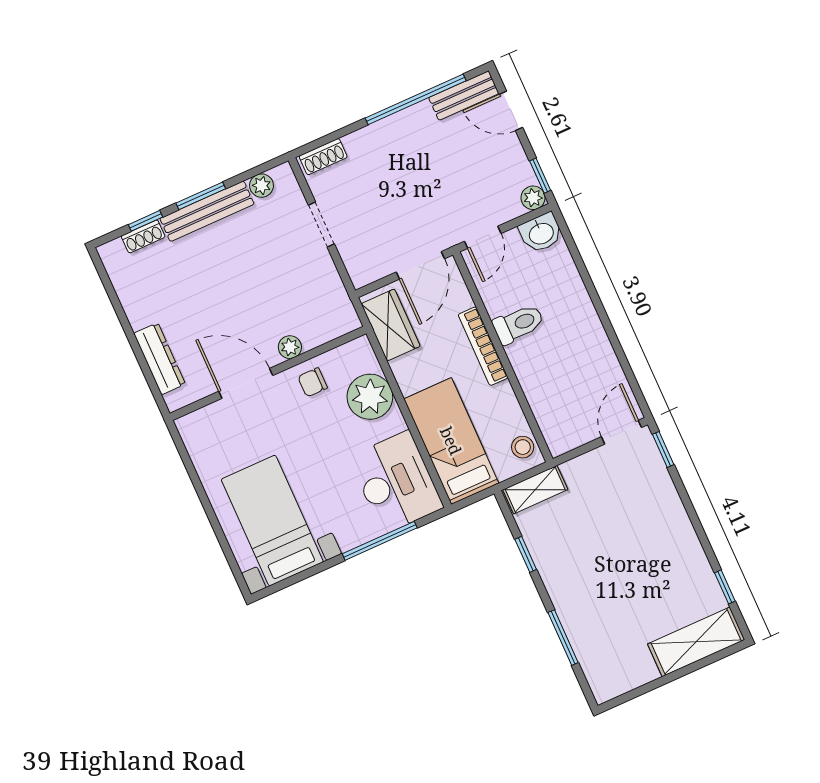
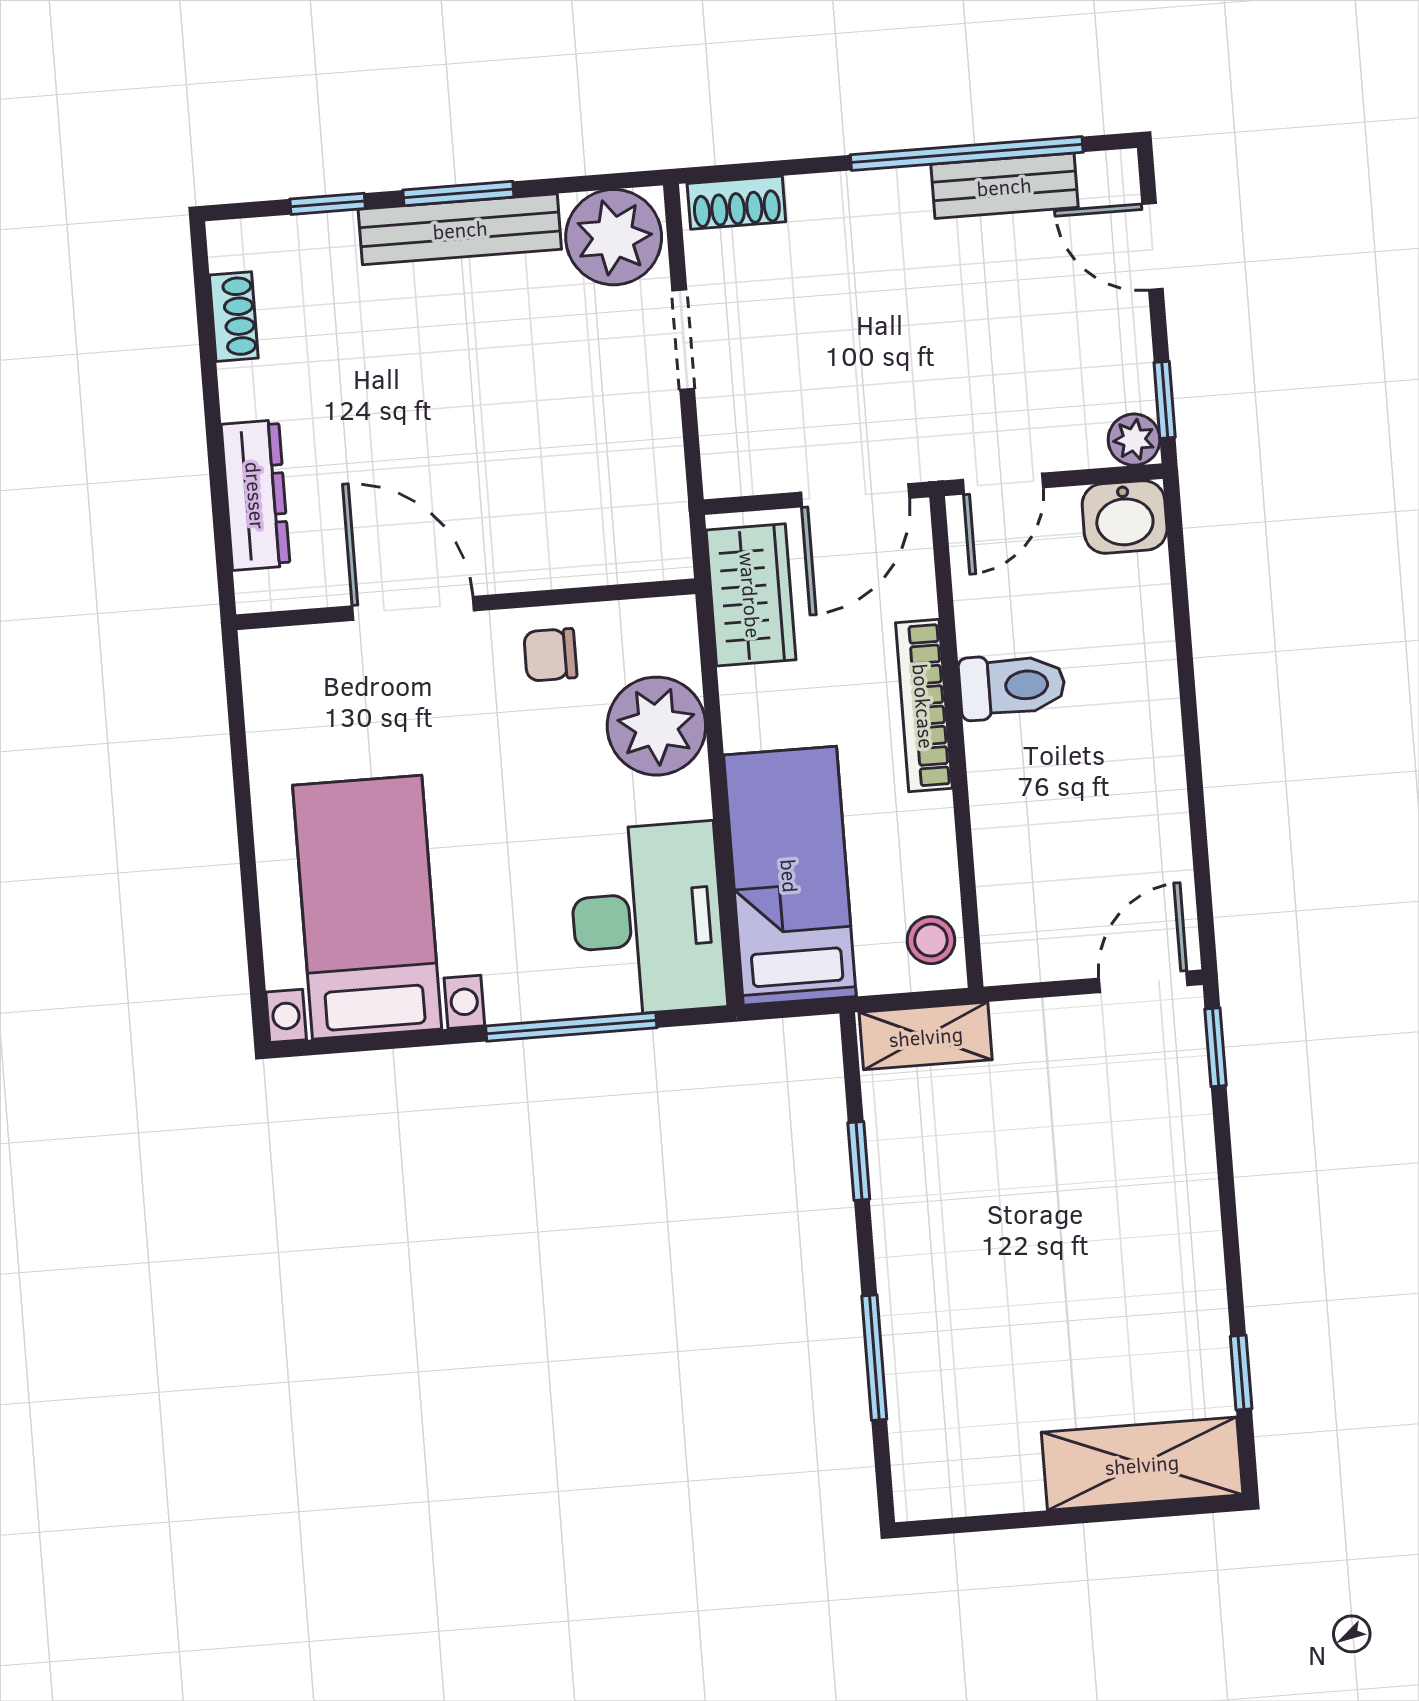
bench: (464, 96) -> (1004, 186), moved
plant: (262, 186) -> (614, 237), width x1.88, depth x1.88
shoe rack: (143, 236) -> (234, 317), moved, turned -90
plant: (290, 347) -> (530, 567), removed

